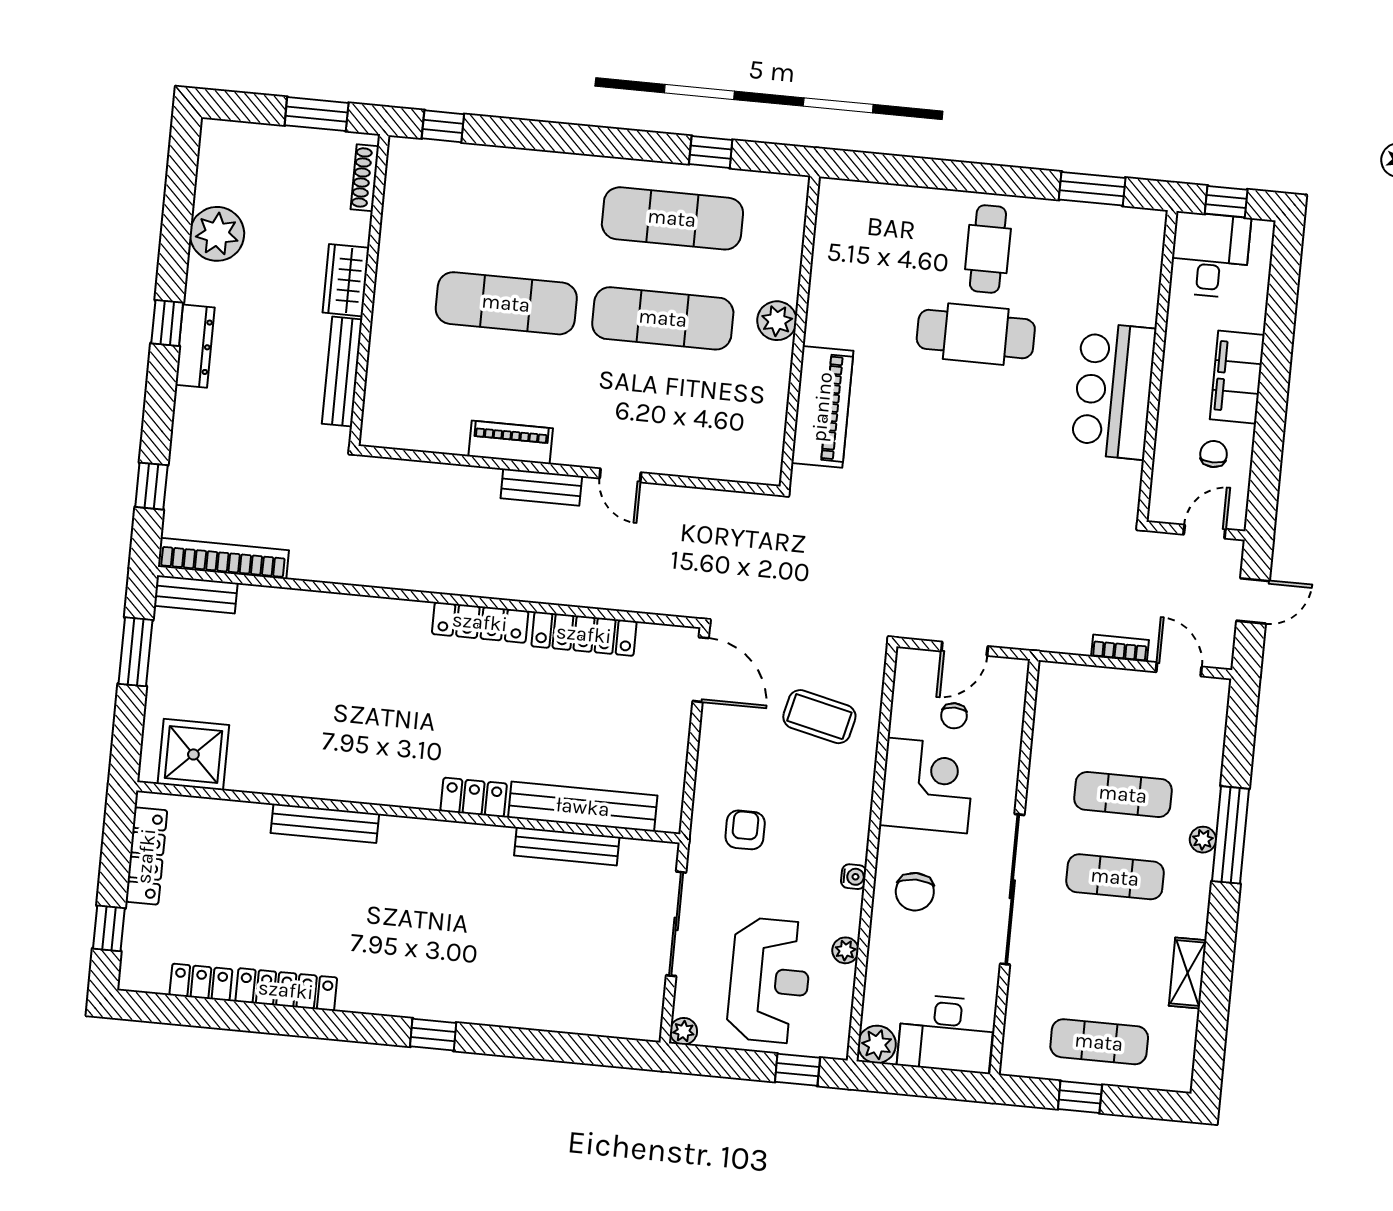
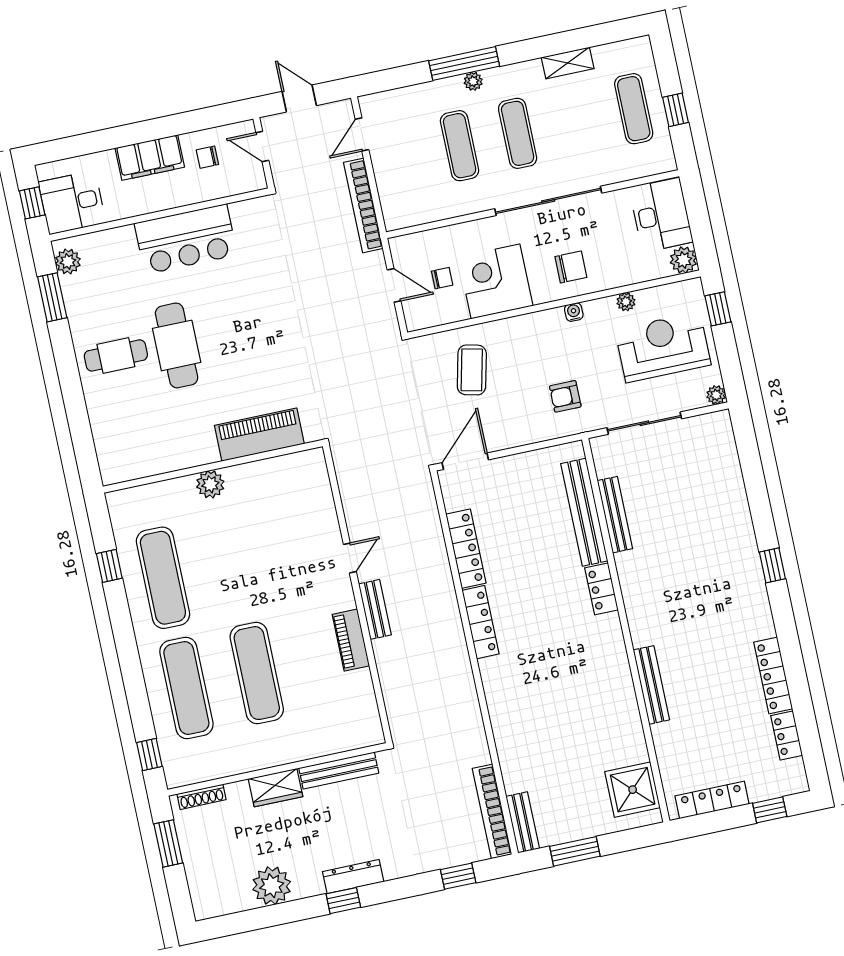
plant: (1133, 225) -> (68, 261), added
exercise mat: (663, 318) -> (186, 688), moved
bookcase: (1120, 648) -> (363, 205), width x2.31, depth x1.31

